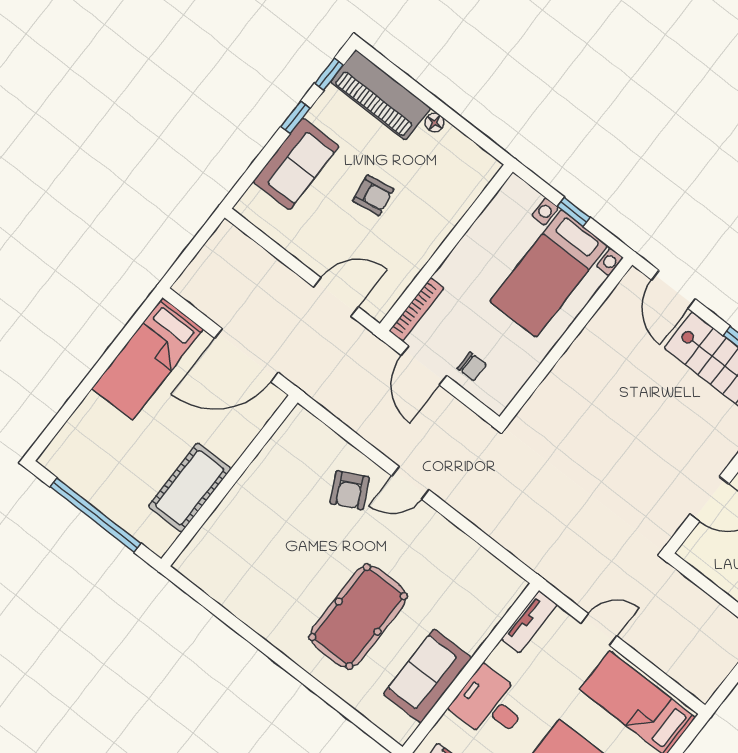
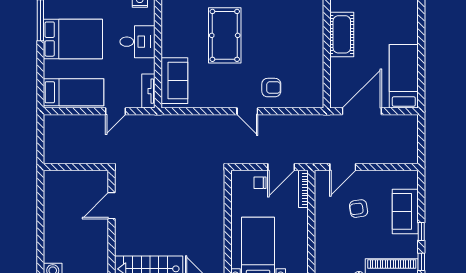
armchair: (373, 195) -> (359, 209), moved
door: (424, 365) -> (281, 167), swing flipped
door: (410, 483) -> (247, 111), swing flipped
armchair: (350, 490) -> (271, 88), turned 117
sofa: (427, 676) -> (174, 81), moved

